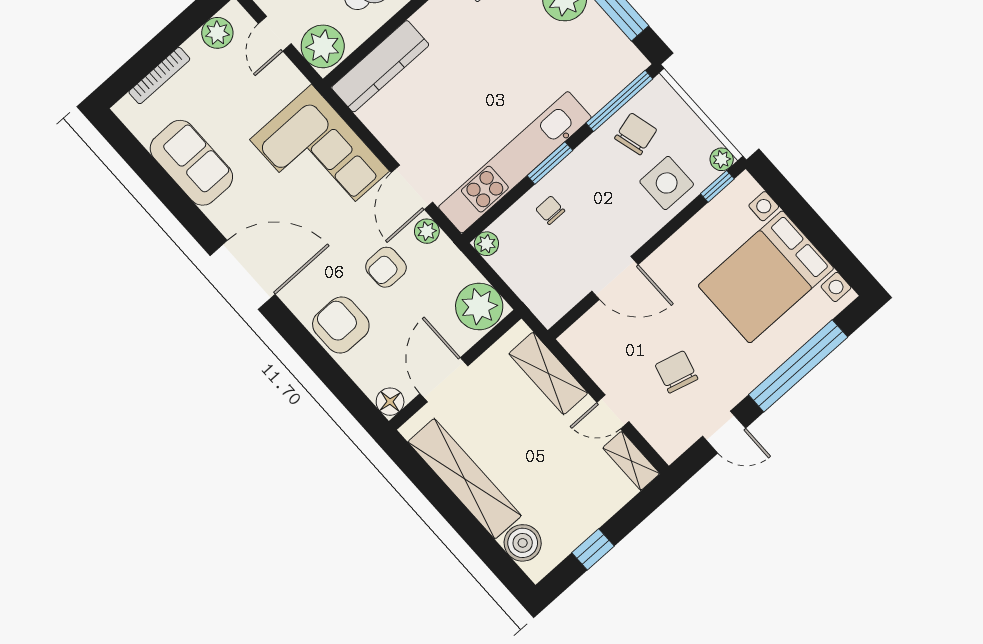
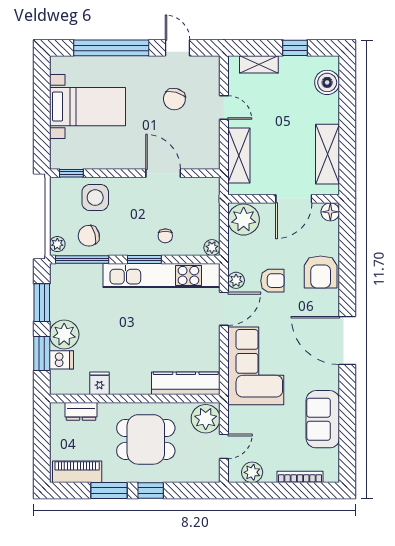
plant: (722, 159) -> (57, 244), moved
bed with nightstands: (766, 277) -> (88, 107), width x0.73
shelving: (631, 461) -> (259, 64), moved, turned 90
shelving: (465, 479) -> (328, 154), width x0.68

